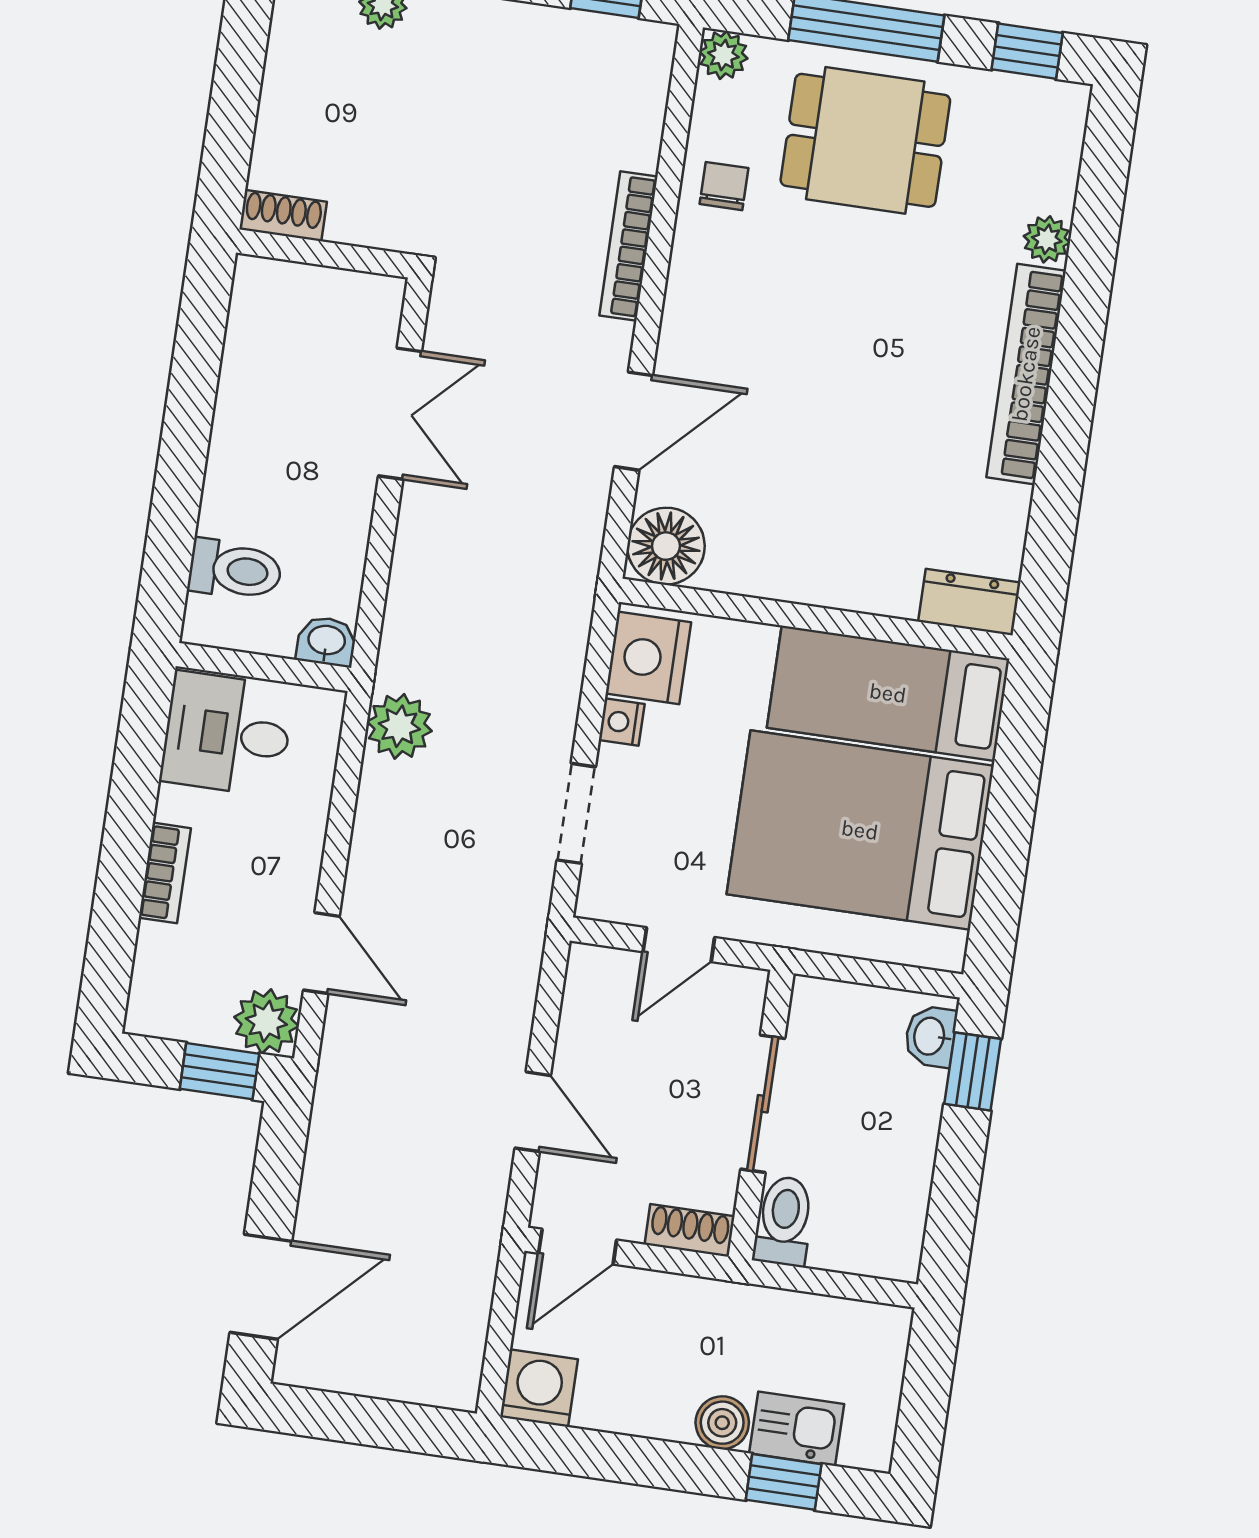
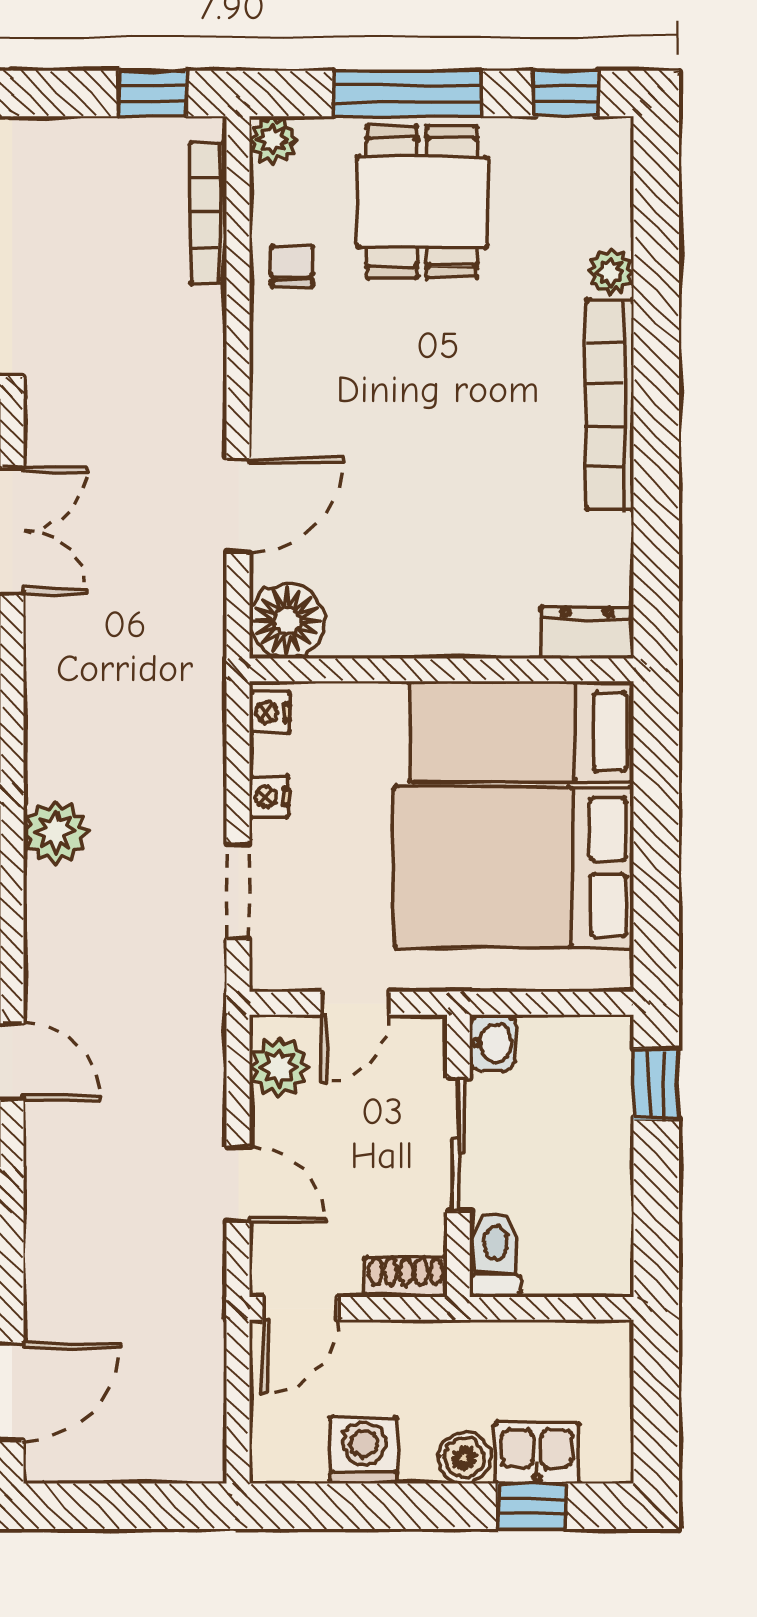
dining table: (865, 140) -> (422, 202), turned 90
bookcase: (628, 246) -> (209, 213), moved
nightstand: (648, 658) -> (270, 712), width x0.53, depth x0.56
plant: (592, 999) -> (279, 1067), added
washbasin: (931, 1036) -> (493, 1043), moved, turned 180
washing machine: (539, 1388) -> (364, 1450), moved

